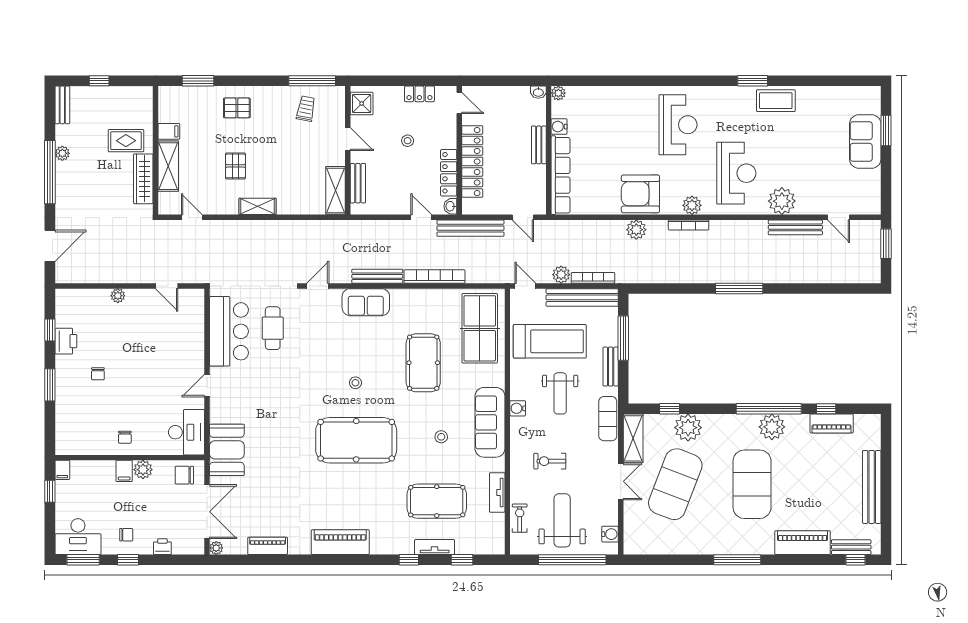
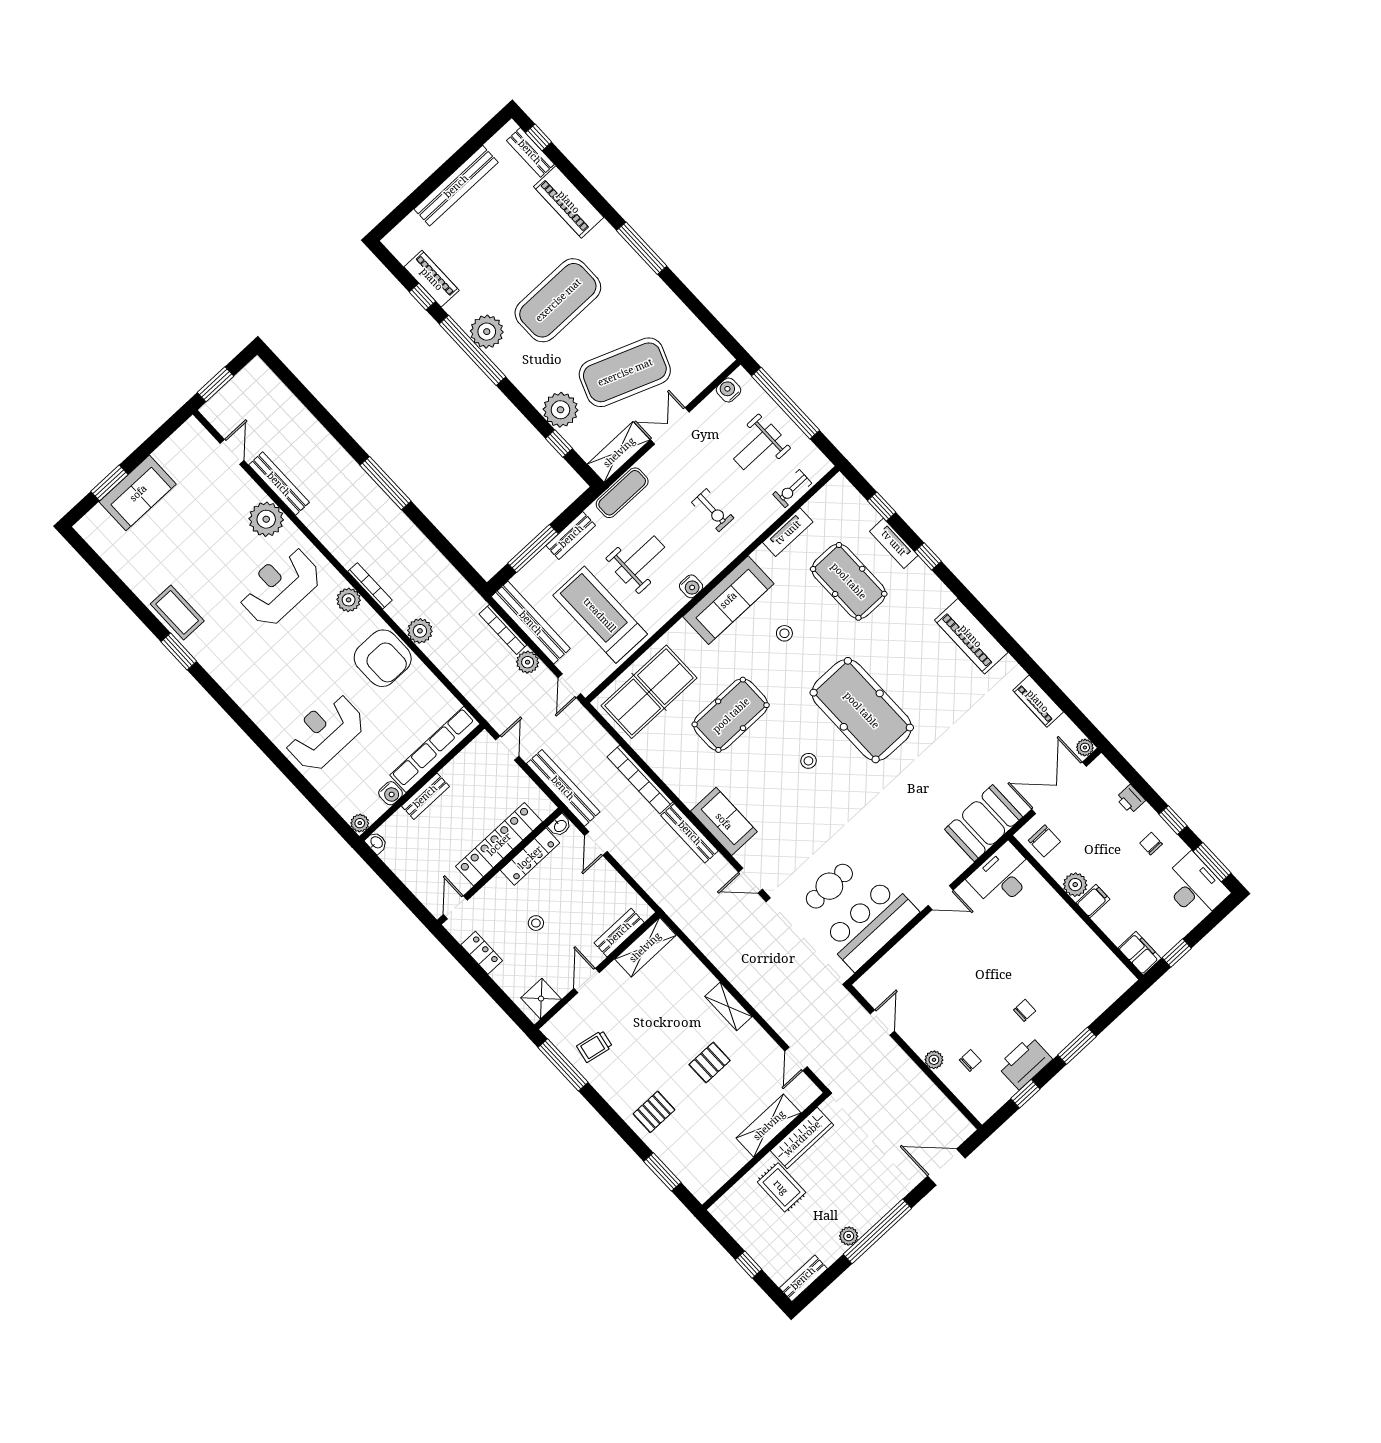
pallet: (237, 108) -> (654, 1112), turned 90
reception desk: (678, 125) -> (325, 732), moved
filing cabinet: (169, 131) -> (735, 1155), removed
printer: (66, 341) -> (1025, 1063), width x1.37, depth x1.19
chair: (125, 437) -> (970, 1060), moved
filing cabinet: (62, 470) -> (1140, 953), width x2.00
weight bench: (562, 520) -> (757, 447), width x0.73, depth x0.75

